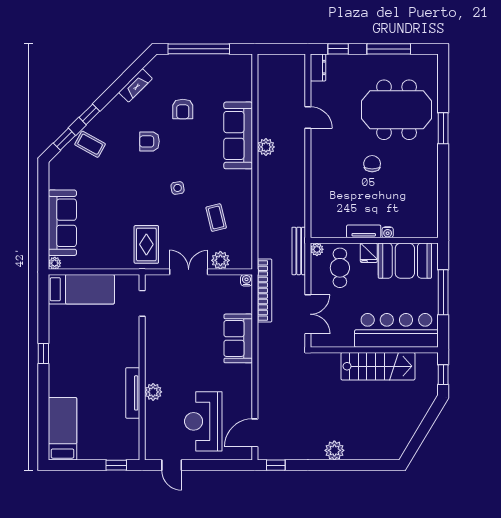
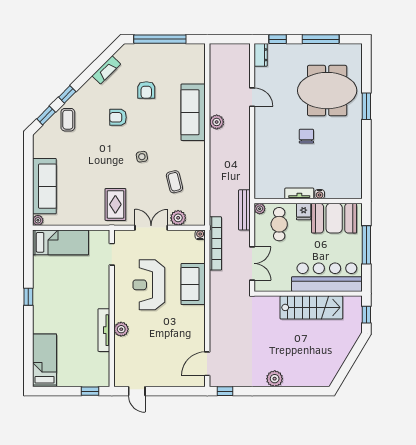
coffee table: (90, 144) -> (68, 120), turned 61
reception desk: (203, 421) -> (149, 285), moved

